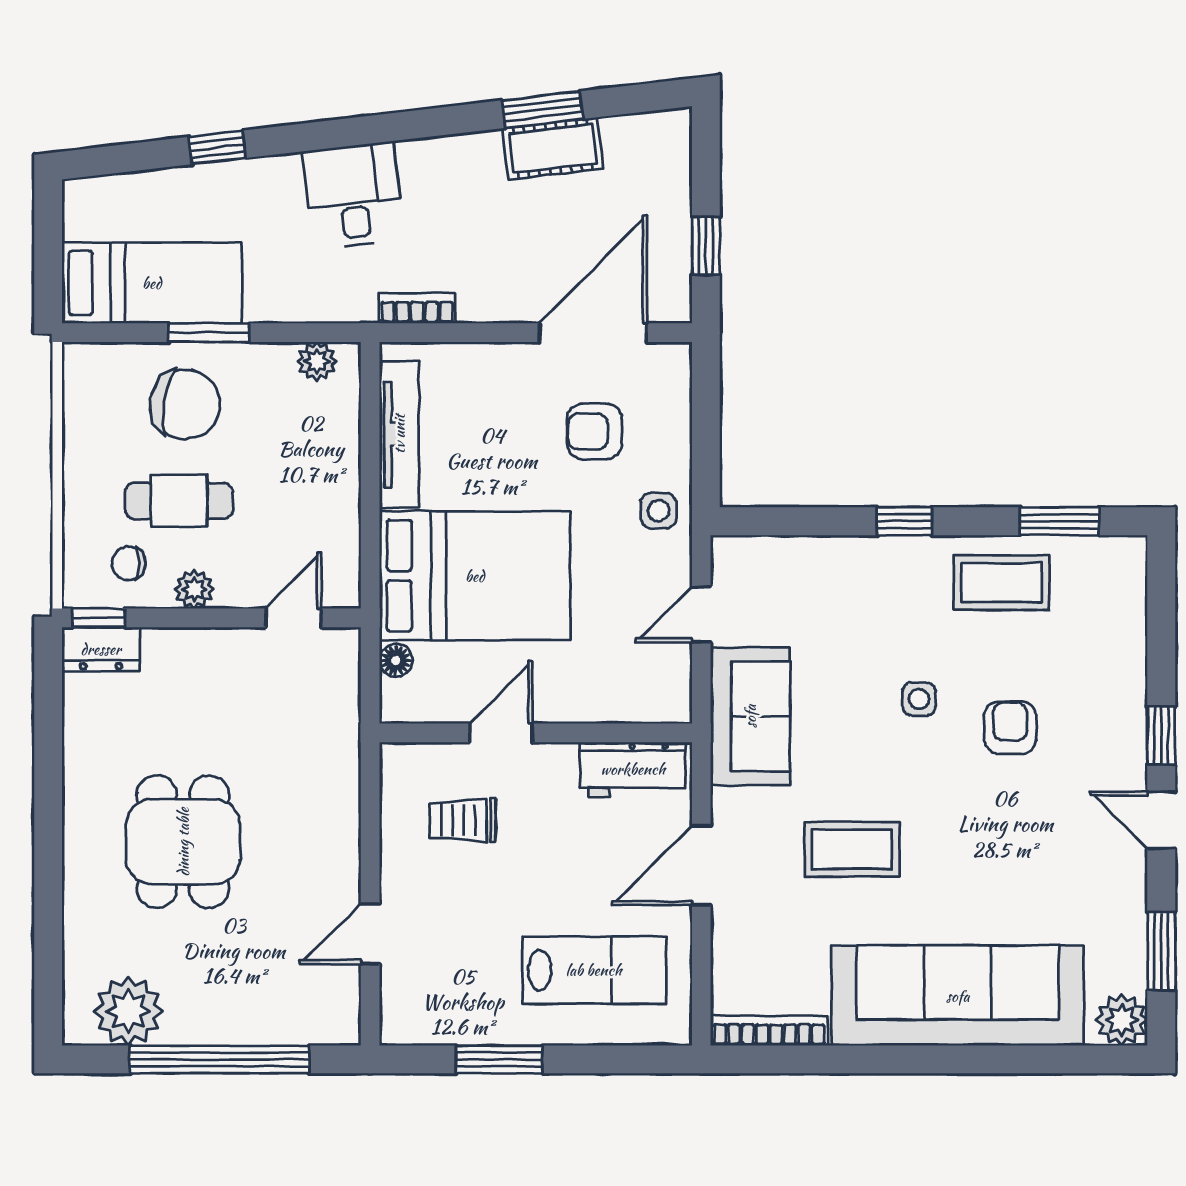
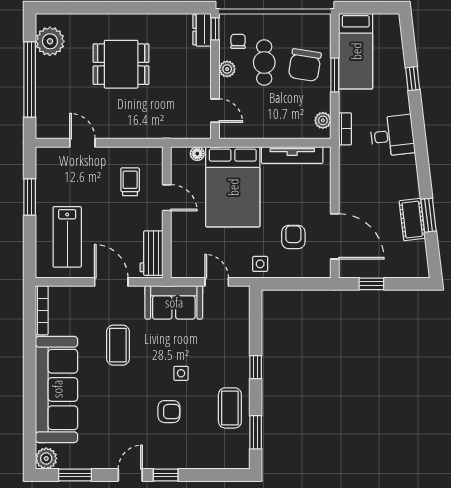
bookcase: (417, 308) -> (345, 129), moved

